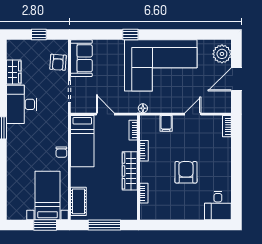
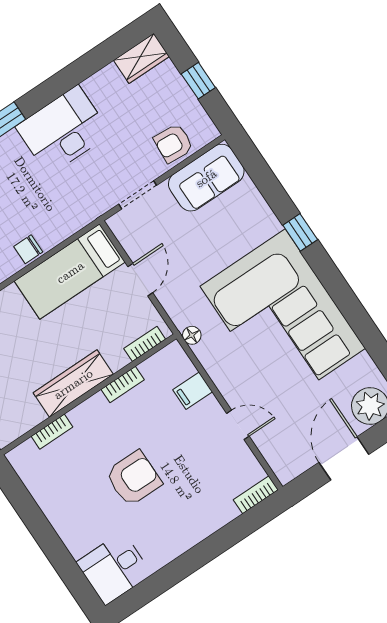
wardrobe: (14, 72) -> (141, 58), moved
door: (236, 79) -> (344, 458), hinge flipped

